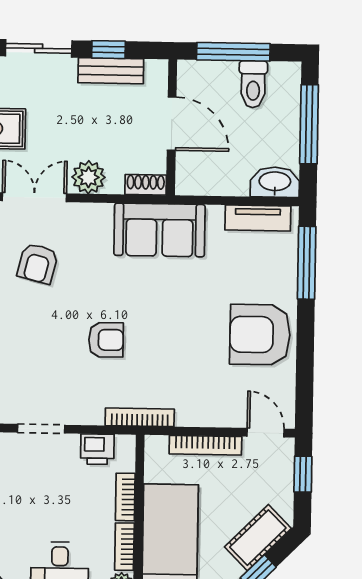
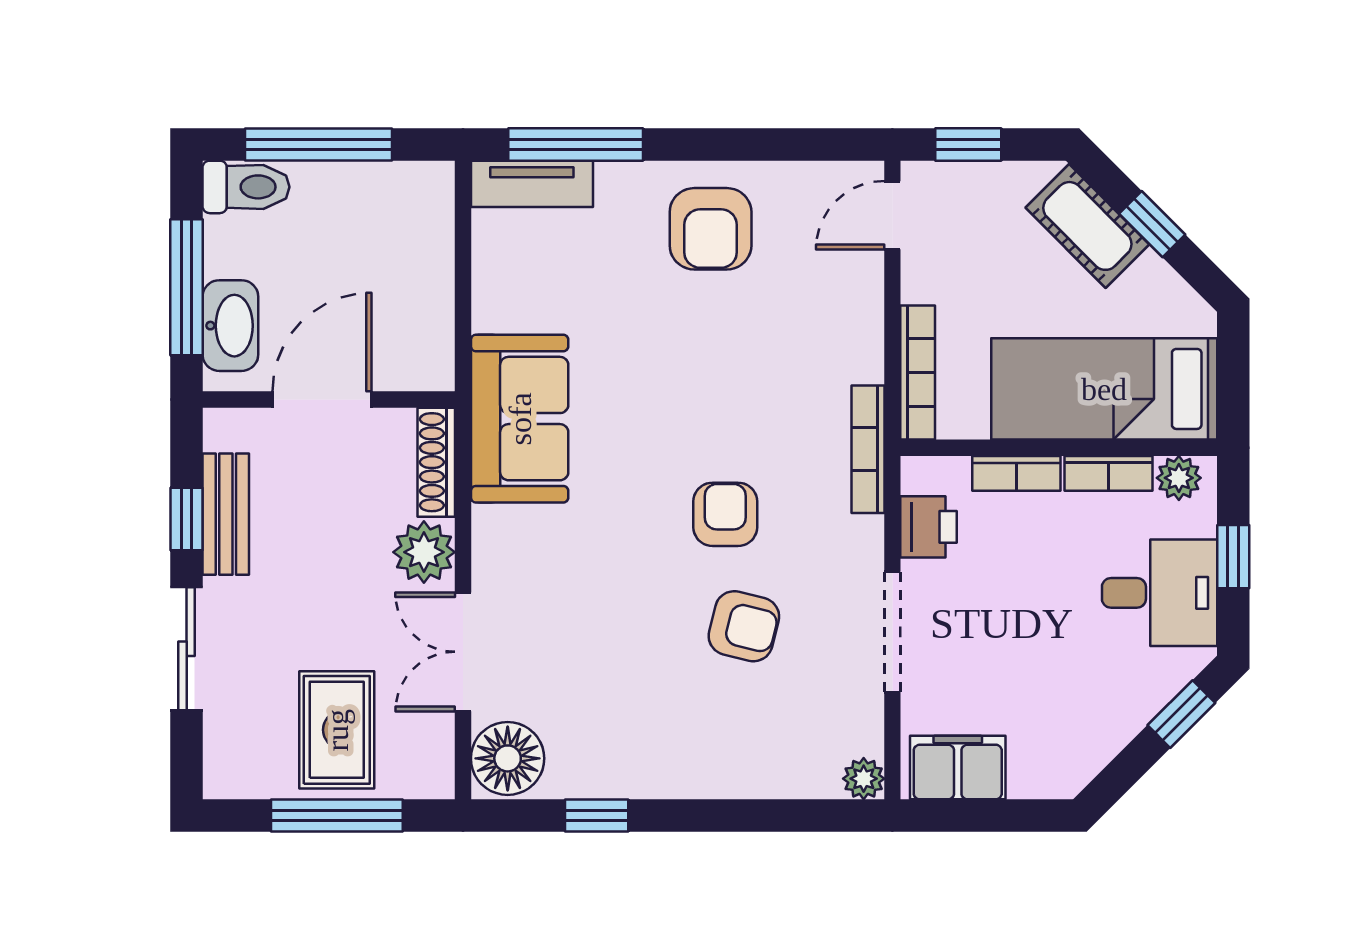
toilet: (253, 84) -> (246, 187), moved
washbasin: (275, 182) -> (230, 326), moved, turned 180
shoe rack: (146, 185) -> (436, 462), width x1.43
tv unit: (258, 218) -> (532, 184), moved, turned 90
armchair: (38, 263) -> (744, 626), moved
armchair: (260, 335) -> (711, 229), width x0.73, depth x0.73
doorway: (41, 429) -> (892, 632), width x1.38
bookcase: (205, 445) -> (918, 373), moved

